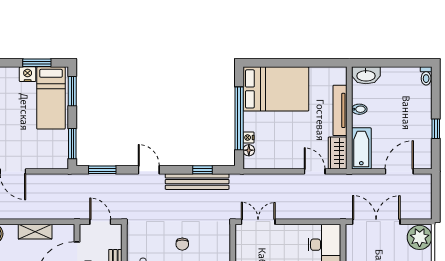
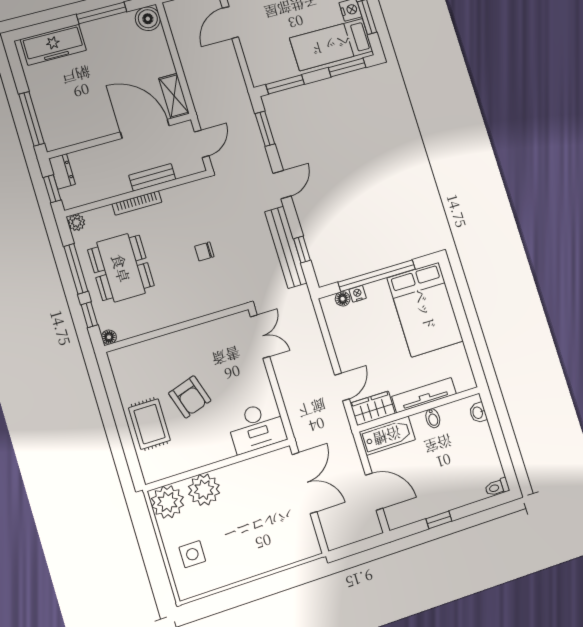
washbasin: (366, 75) -> (478, 413), width x0.52, depth x0.69
shelving: (35, 232) -> (174, 96), moved
plant: (420, 237) -> (302, 544), removed

